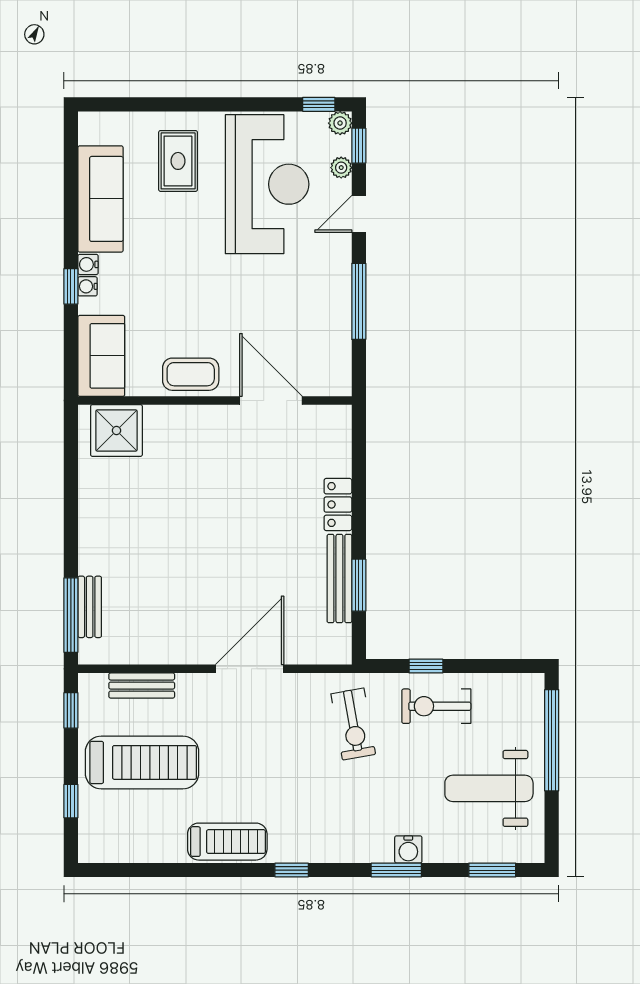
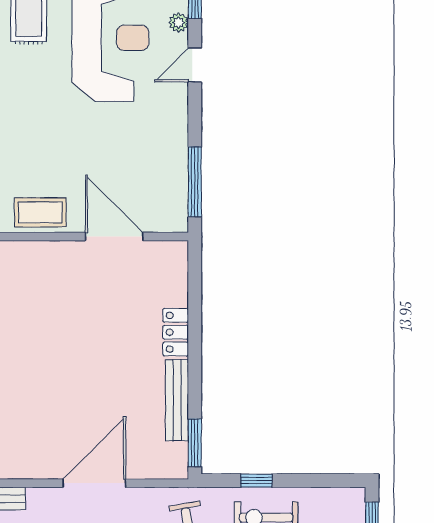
window: (359, 301) -> (195, 182), moved
window: (359, 585) -> (195, 443), moved

